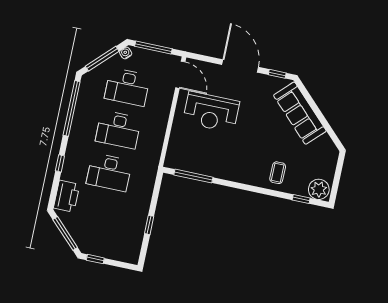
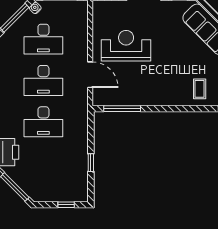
door: (180, 75) -> (90, 75), moved
reception desk: (211, 112) -> (126, 46), turned 180
window: (95, 259) -> (66, 205), moved

